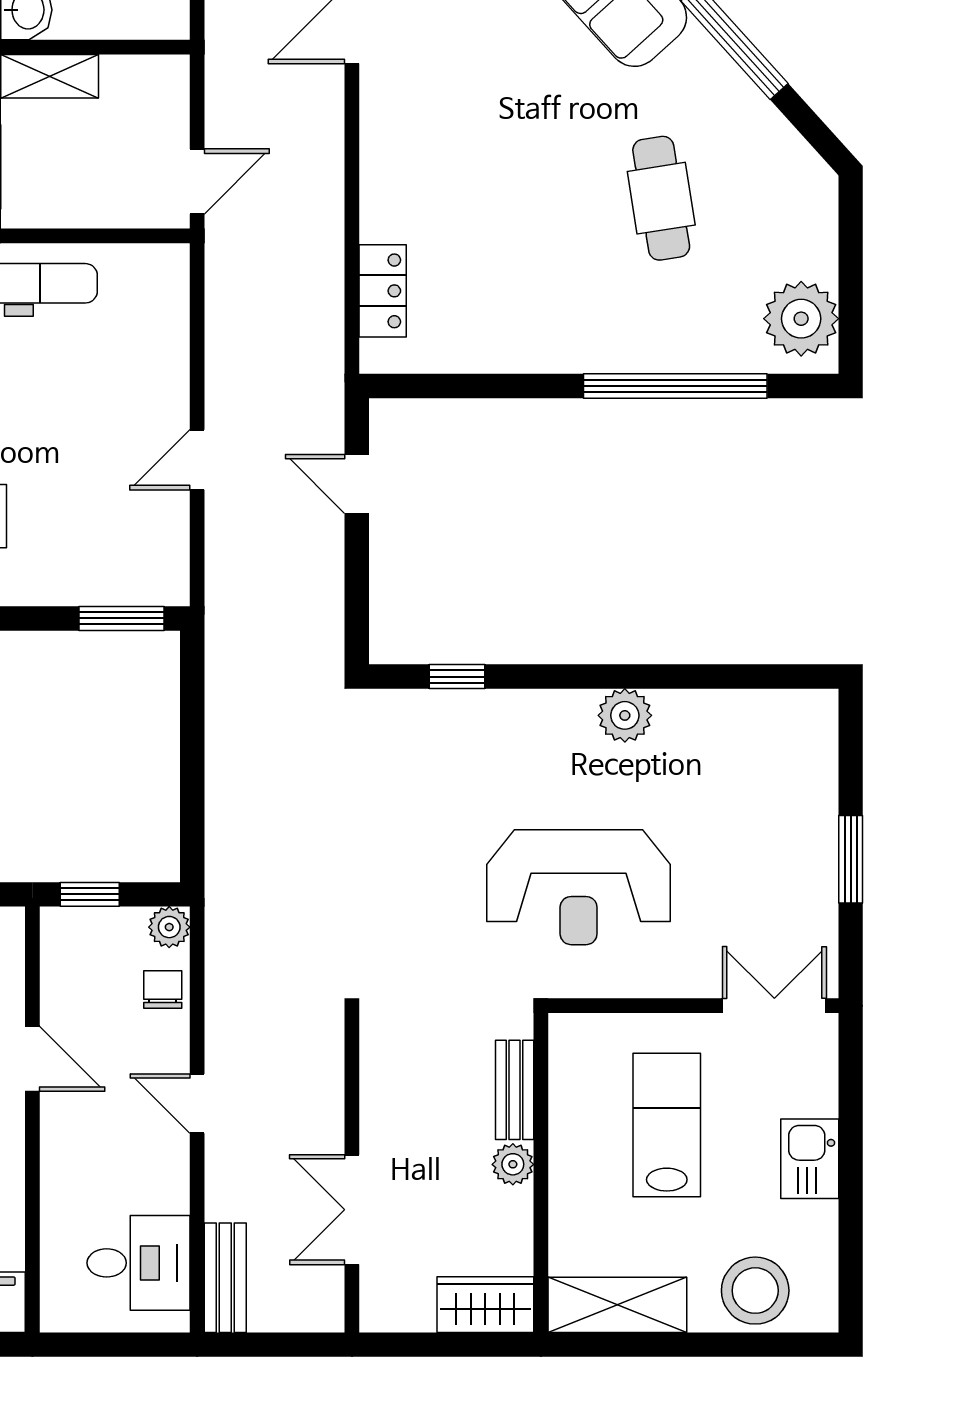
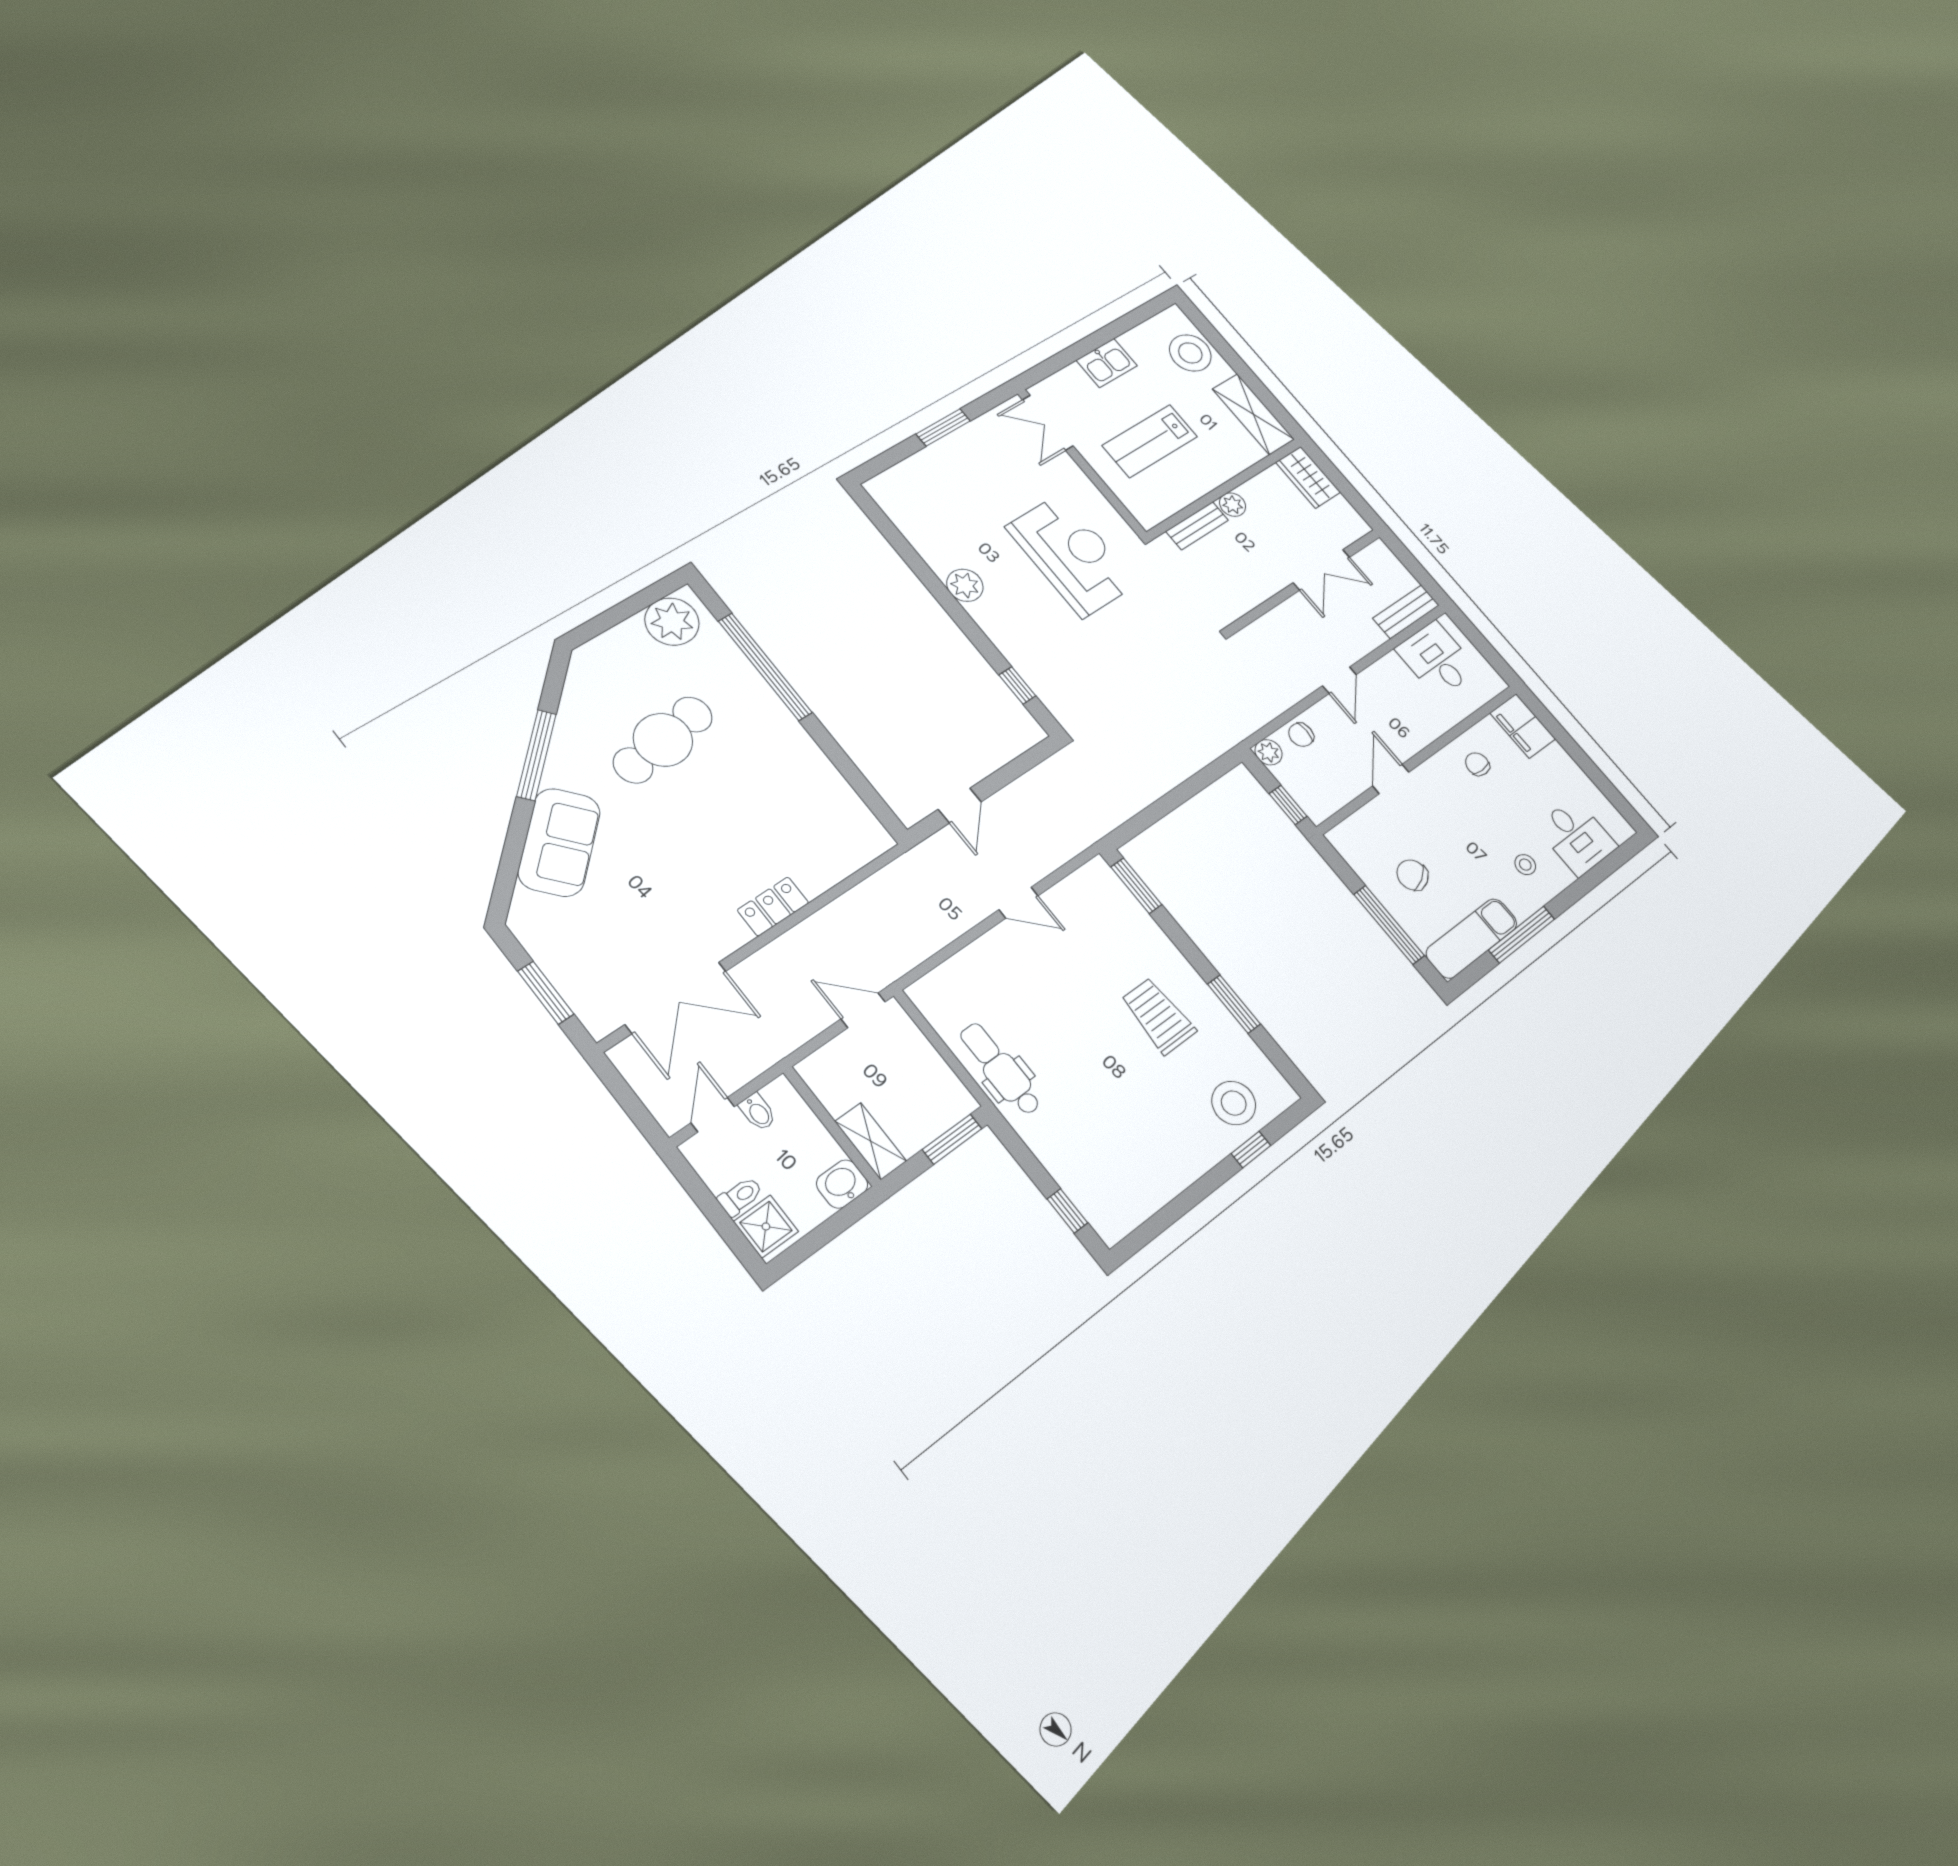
cafe table: (661, 198) -> (663, 740), width x1.37, depth x1.35
locker: (383, 291) -> (773, 906), moved

